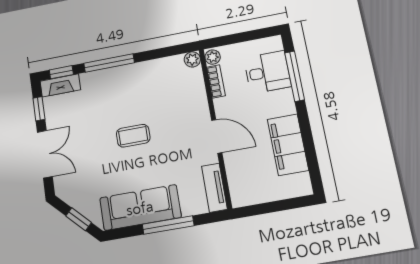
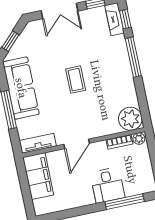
plant: (192, 59) -> (130, 119), width x1.87, depth x1.87
desk: (267, 72) -> (108, 185), moved
filing cabinet: (288, 145) -> (38, 176), moved, turned 90

